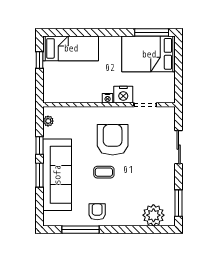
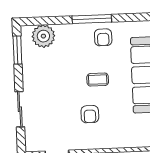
armchair: (113, 140) -> (90, 114), width x0.53, depth x0.53
window: (80, 230) -> (92, 19), moved

